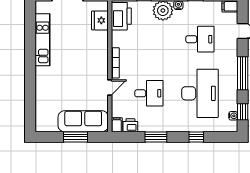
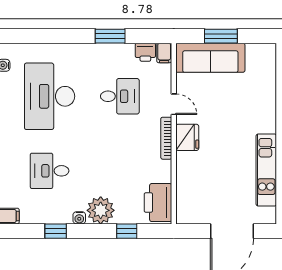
fridge: (100, 20) -> (187, 137), moved
door: (110, 88) -> (174, 104), swing flipped
desk: (149, 93) -> (120, 96), turned 180
window: (196, 137) -> (55, 36), removed

